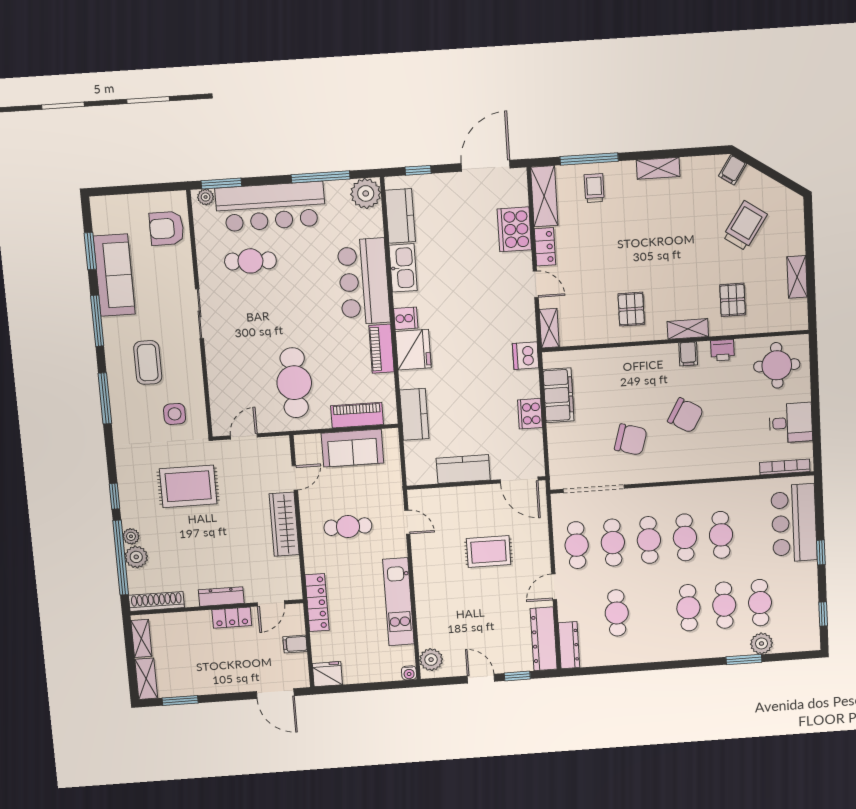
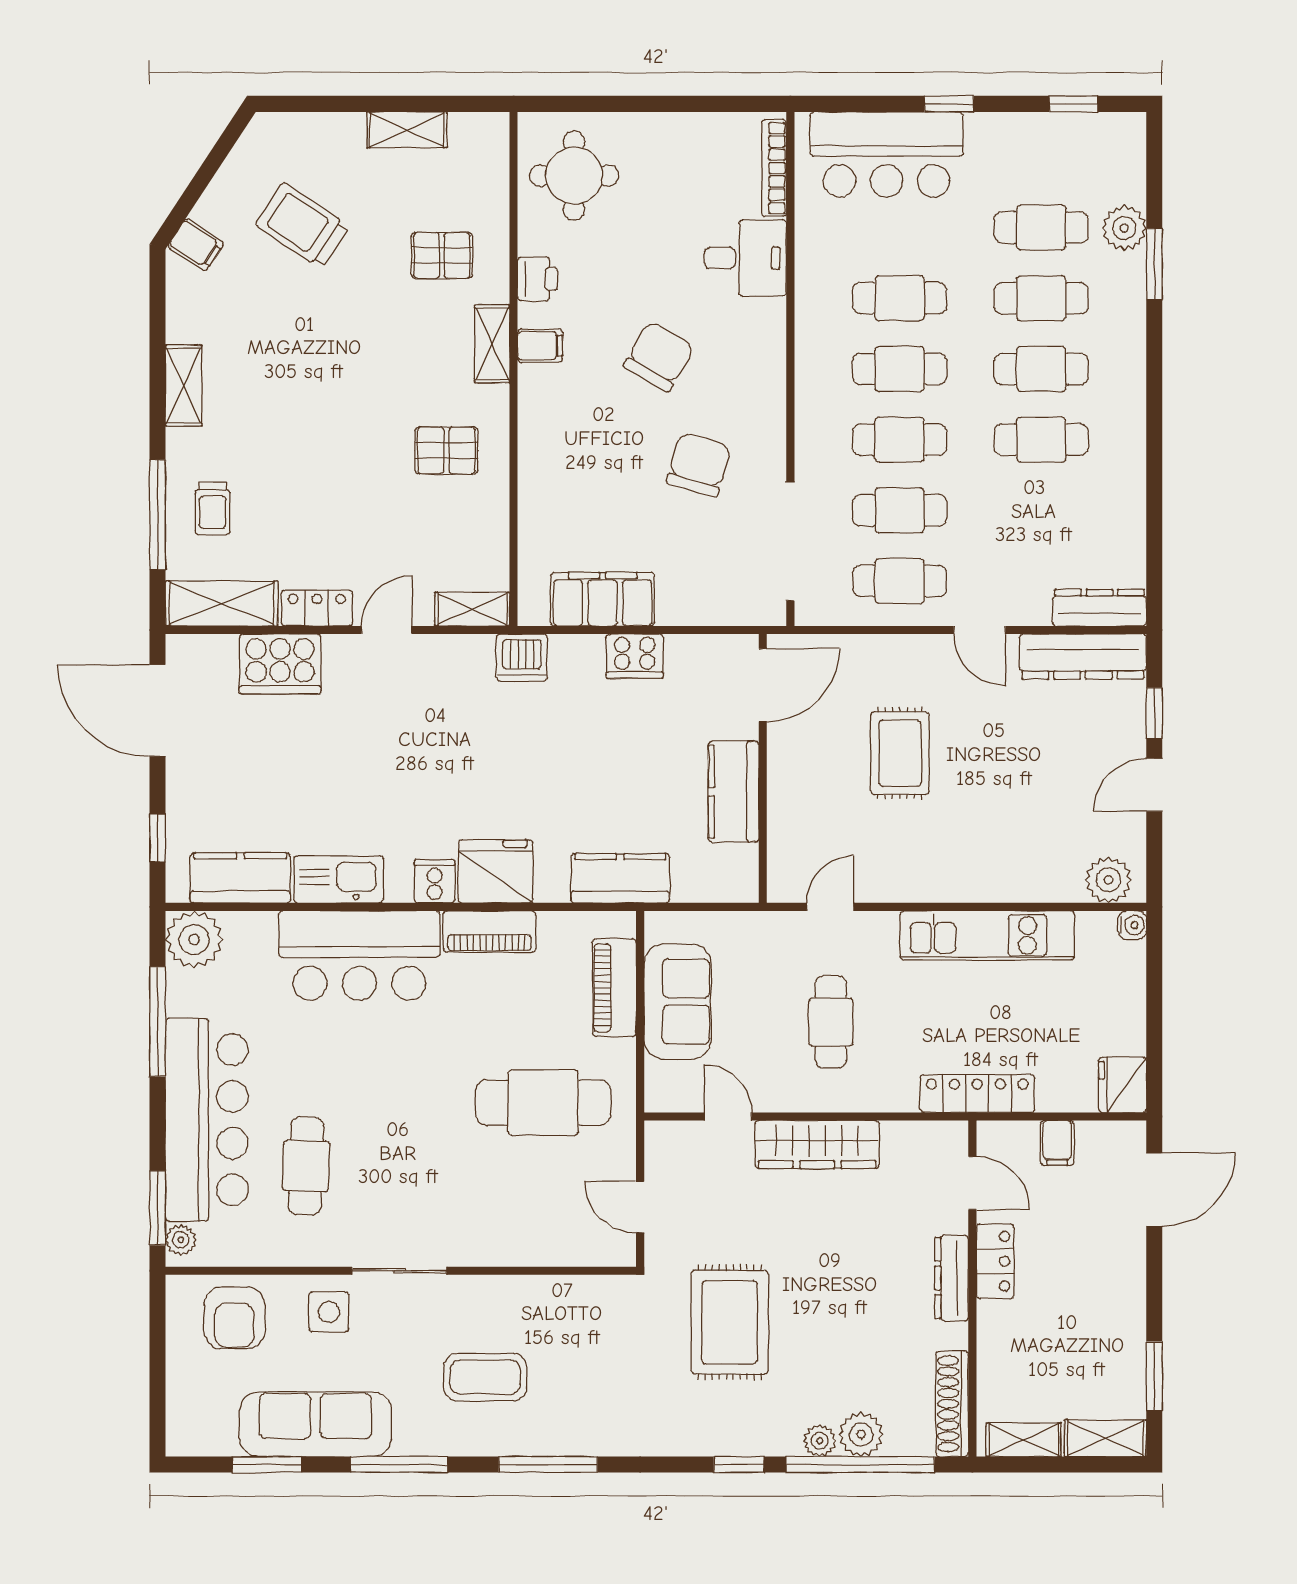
trolley: (594, 188) -> (213, 508), turned -90
side table: (175, 414) -> (329, 1312), moved
desk: (791, 423) -> (745, 258), moved, turned 90
cafe table: (617, 613) -> (1041, 440), moved

